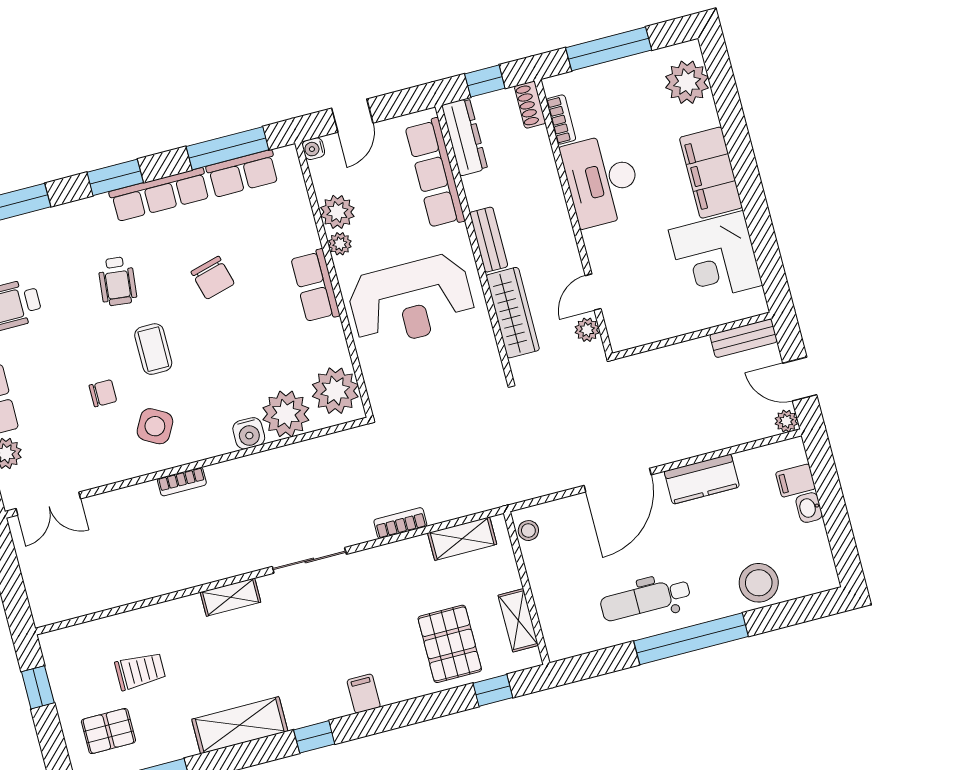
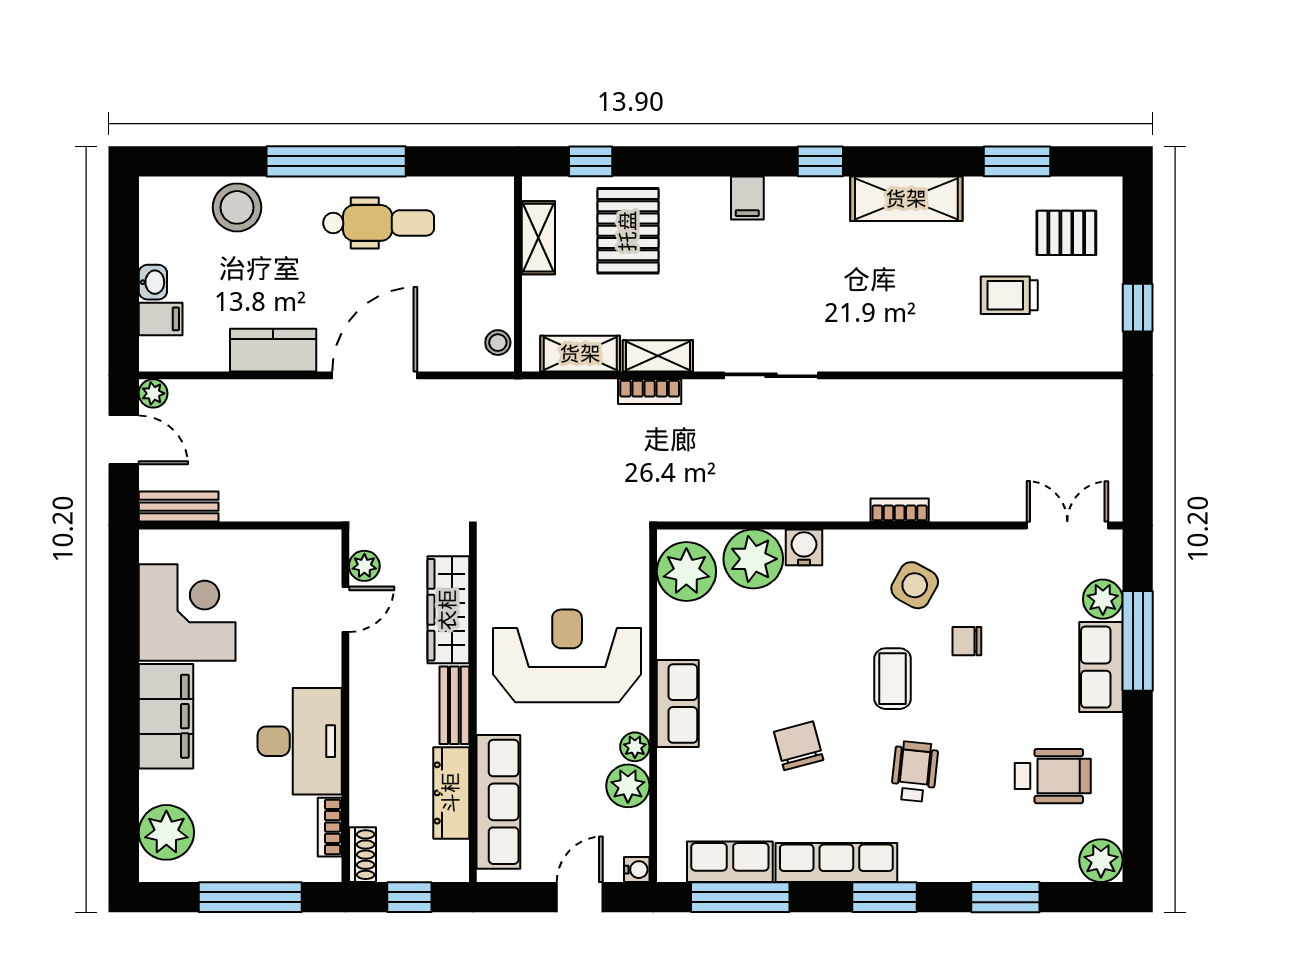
dresser: (465, 137) -> (451, 793), moved
shelving: (230, 597) -> (658, 356), moved

